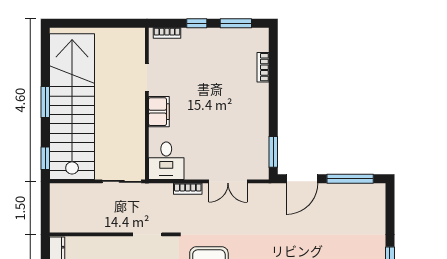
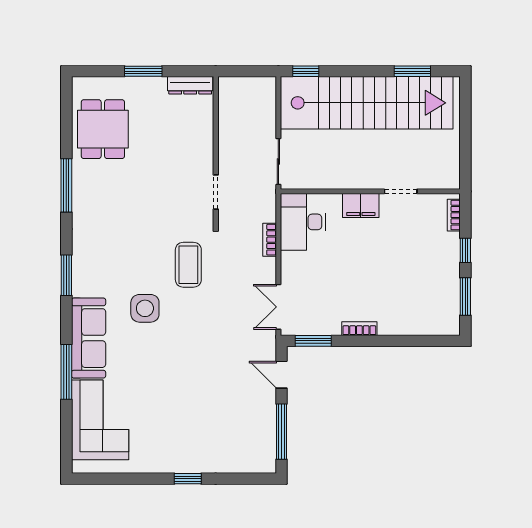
bookcase: (263, 67) -> (359, 329), moved
window: (45, 102) -> (412, 71), moved
desk: (166, 161) -> (303, 222), width x1.37
door: (302, 179) -> (281, 375), width x0.73
double door: (228, 181) -> (278, 307), moved

